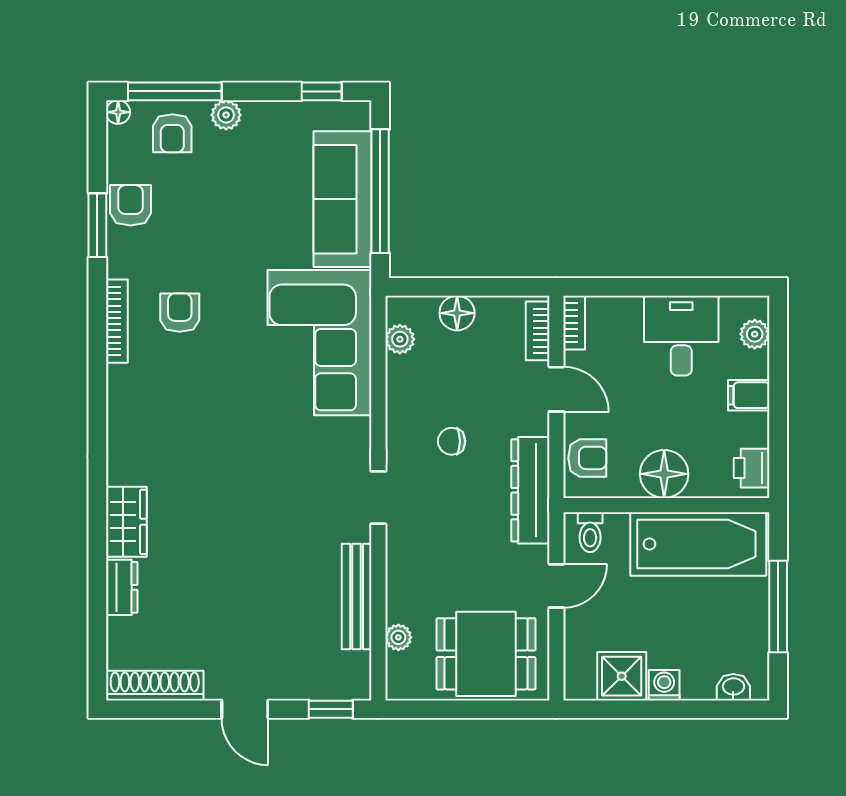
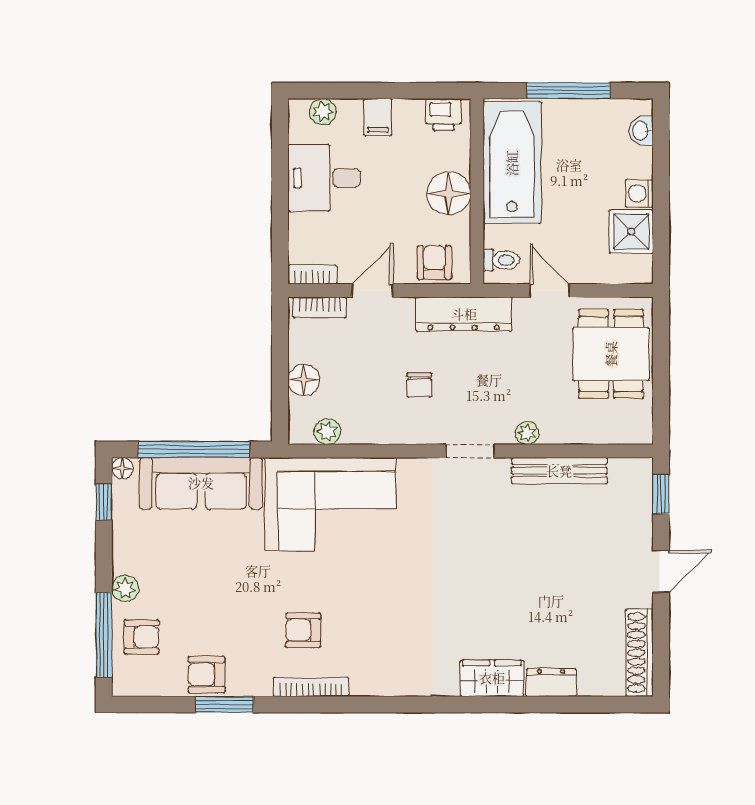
floor lamp: (118, 112) -> (122, 468), moved
plant: (398, 637) -> (527, 433), moved

